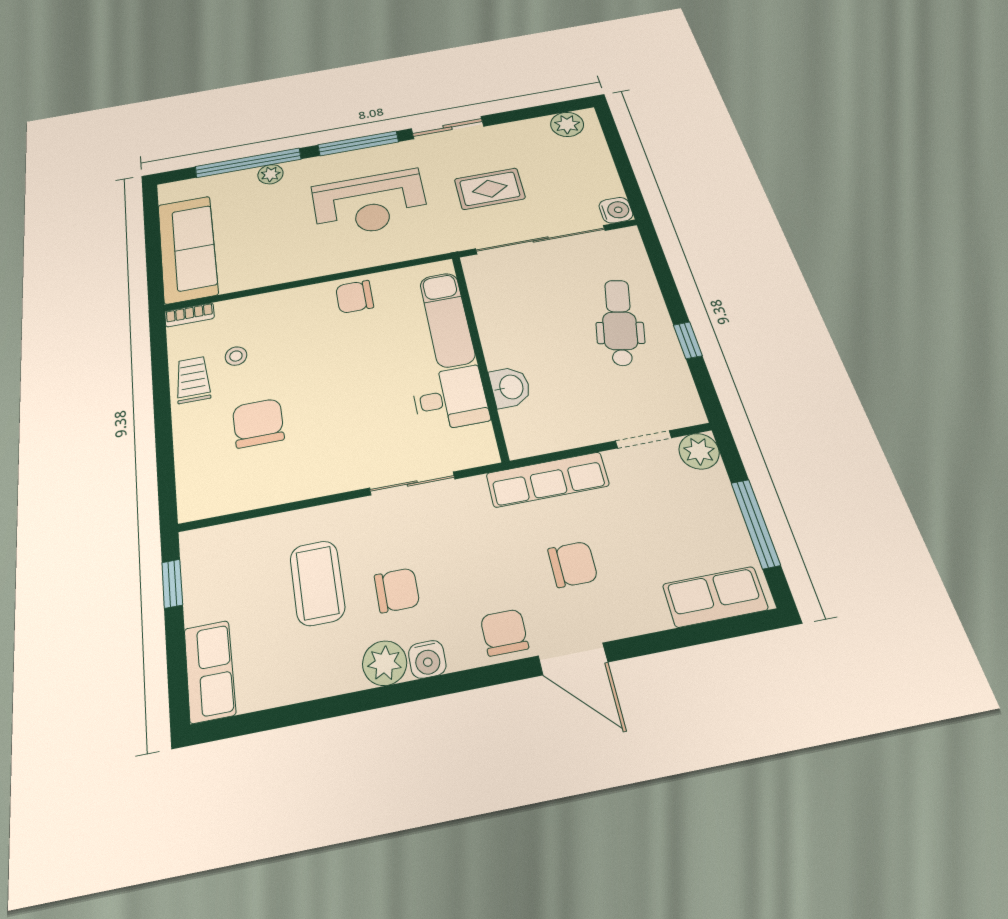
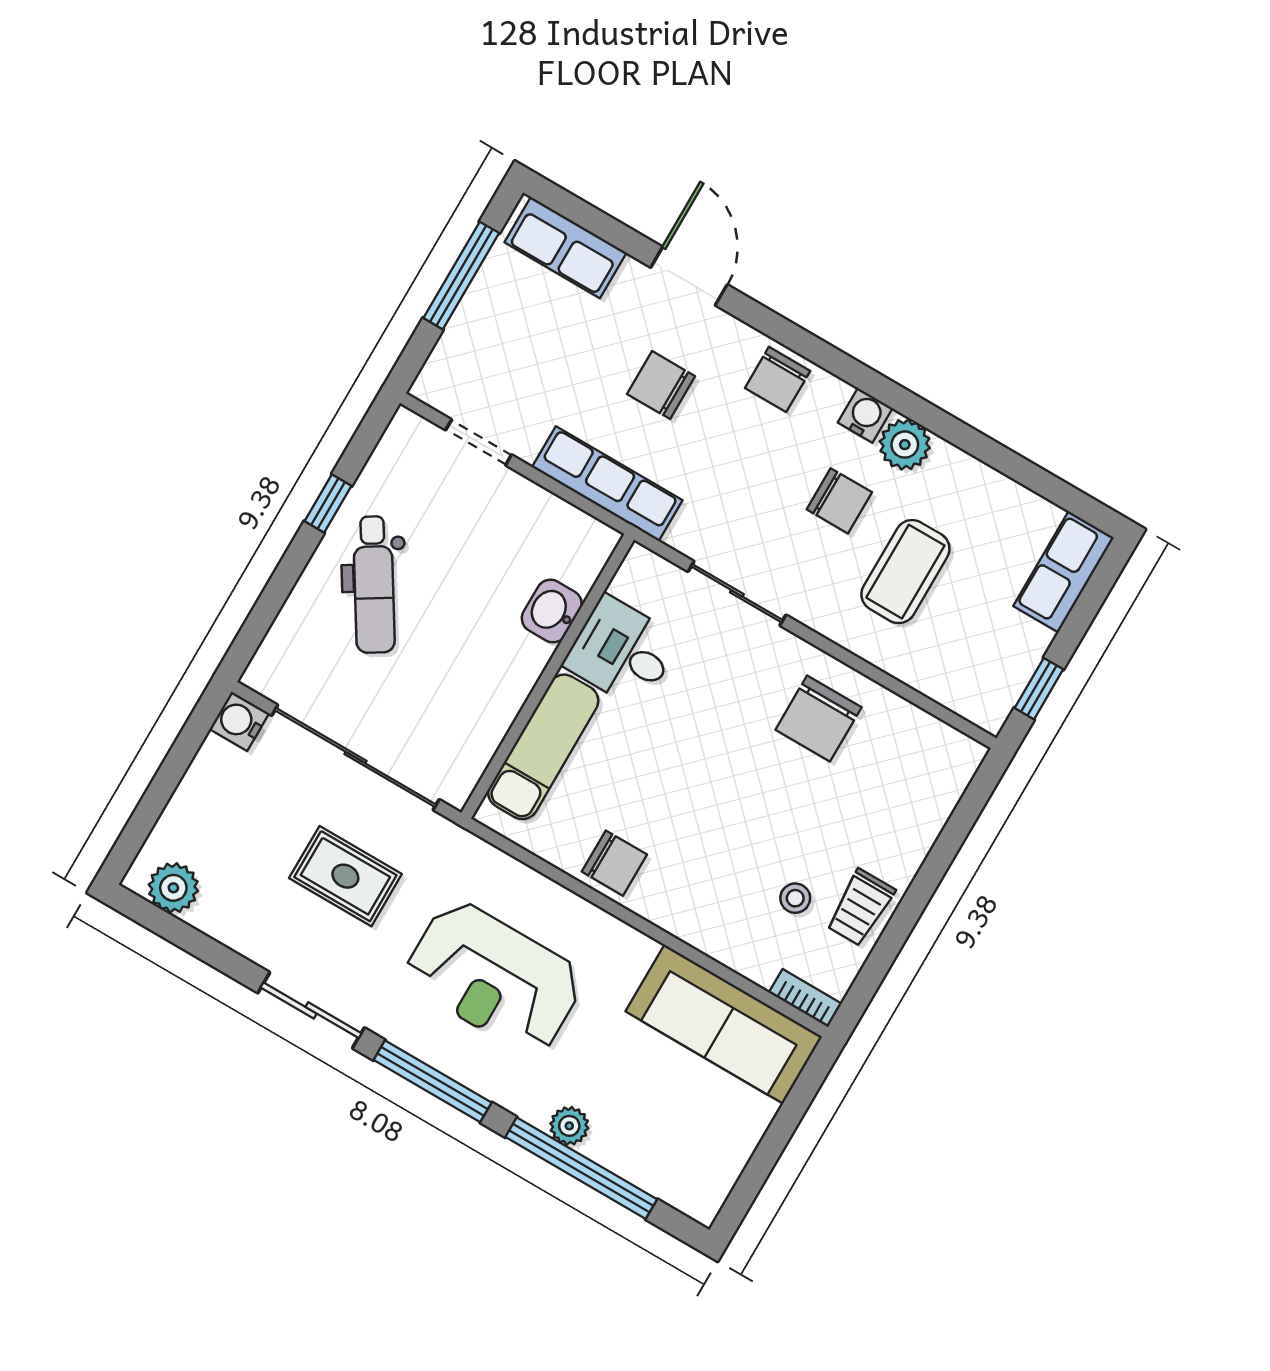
reception desk: (370, 203) -> (494, 978), turned 180
sofa: (188, 249) -> (724, 1024), moved, turned -90
dental chair: (620, 322) -> (374, 585), turned -44
chair: (258, 423) -> (818, 719), moved
plant: (699, 451) -> (439, 384), removed
chair: (397, 590) -> (839, 501), turned 180
door: (573, 659) -> (689, 276), moved

